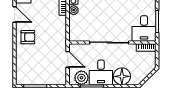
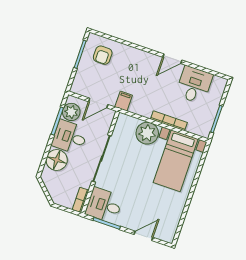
plant: (74, 10) -> (147, 133), width x1.87, depth x1.87
armchair: (28, 37) -> (103, 55), moved
filing cabinet: (60, 41) -> (124, 101), added

